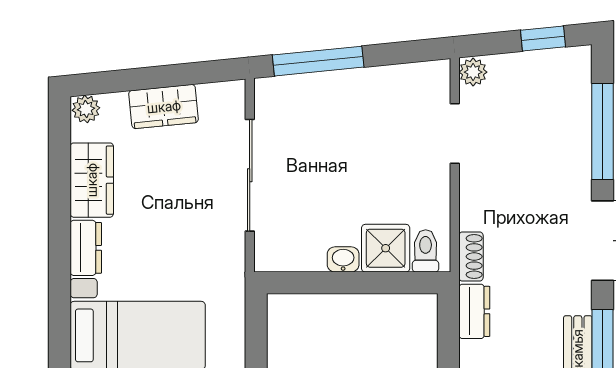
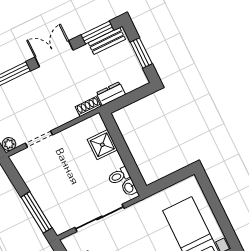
toilet: (426, 251) -> (119, 176), moved
washbasin: (343, 259) -> (129, 188), moved

